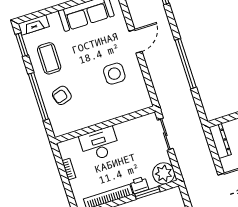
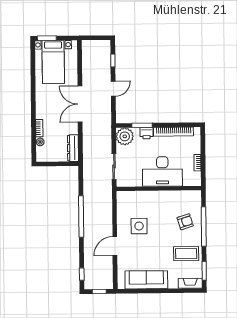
coffee table: (49, 58) -> (186, 254), turned 90
desk: (99, 144) -> (162, 171), width x1.36, depth x1.30

